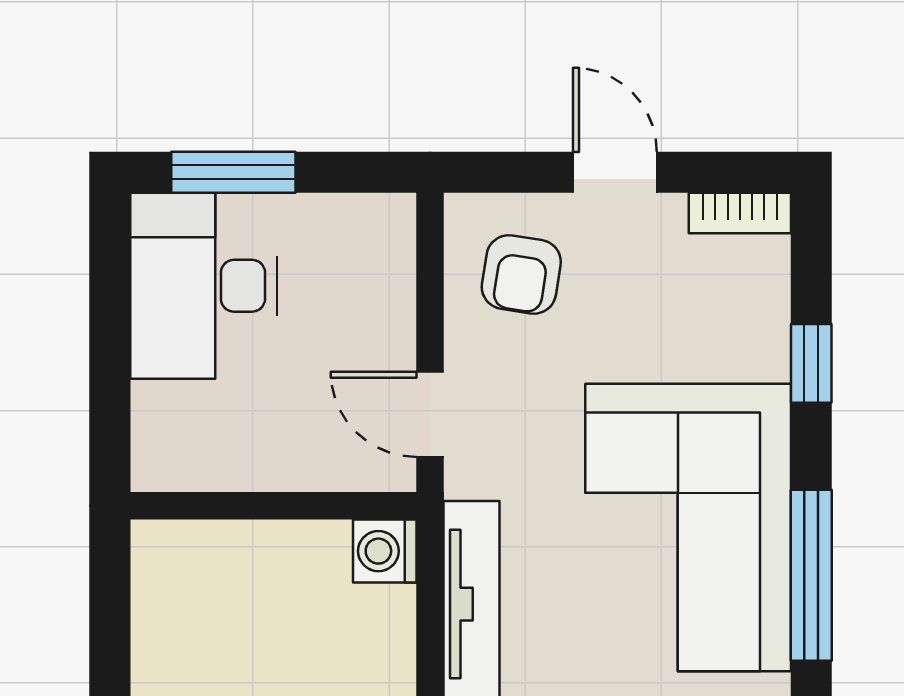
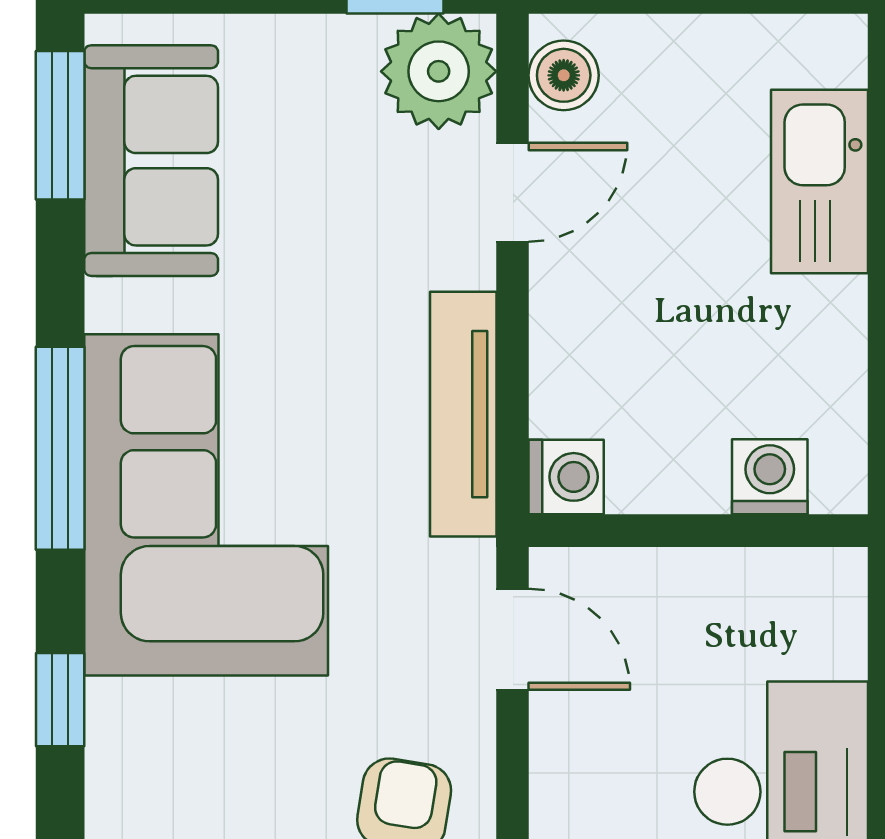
washing machine: (213, 551) -> (770, 477), added

